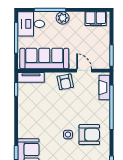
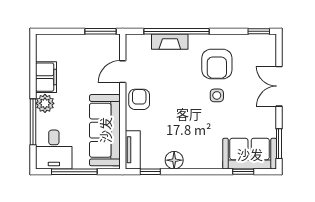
filing cabinet: (96, 19) -> (46, 77), moved
armchair: (65, 82) -> (139, 99), turned -79
fireplace: (104, 87) -> (170, 42), moved
floor lamp: (24, 106) -> (174, 160), added
armchair: (89, 135) -> (217, 64), turned 180

